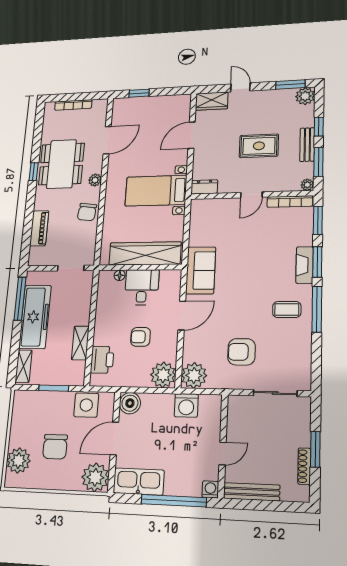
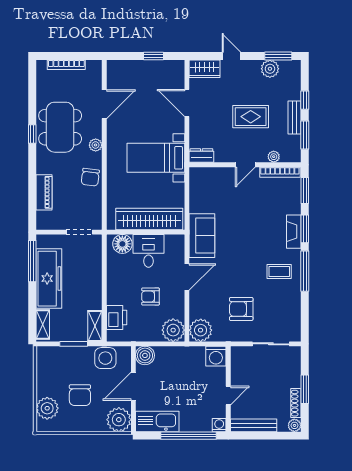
window: (139, 93) -> (153, 56), moved
plant: (305, 96) -> (270, 69), moved
door: (192, 135) -> (187, 103), hinge flipped
plant: (307, 185) -> (274, 157), moved
floor lamp: (120, 275) -> (122, 244), width x1.89, depth x1.89
shelving: (80, 343) -> (95, 326), moved
washing machine: (186, 405) -> (216, 356), moved
plant: (302, 494) -> (294, 425), added

